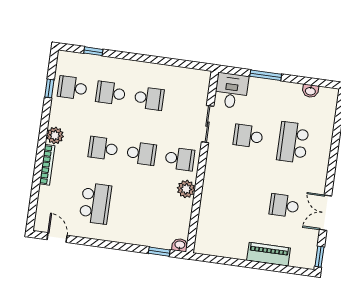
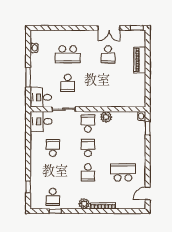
desk: (193, 86) -> (41, 121), added
school desk: (111, 93) -> (53, 172), removed

